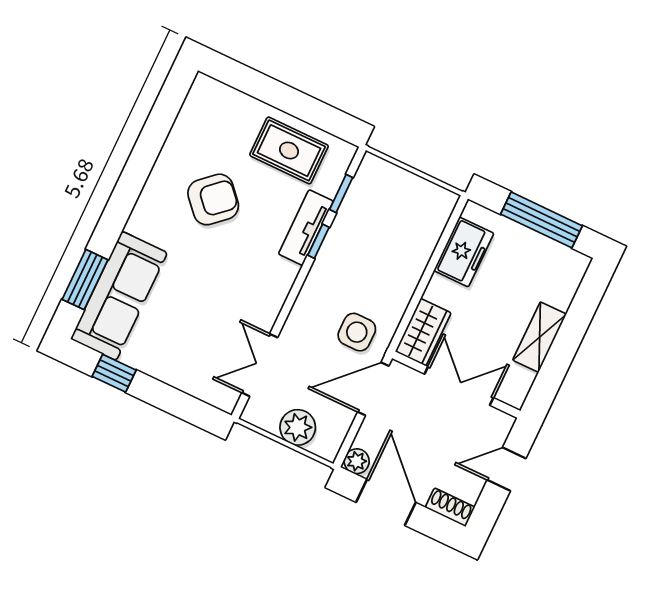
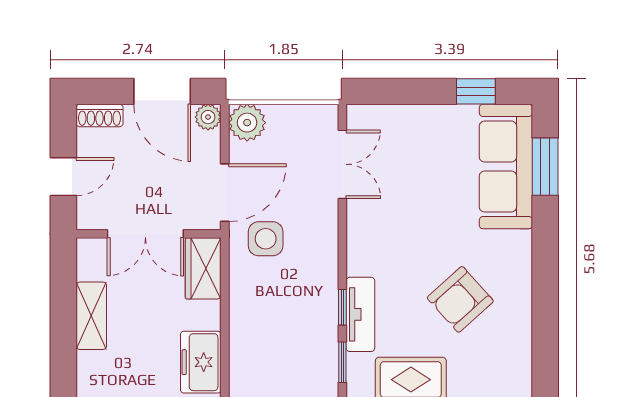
plant: (298, 427) -> (247, 123), moved

